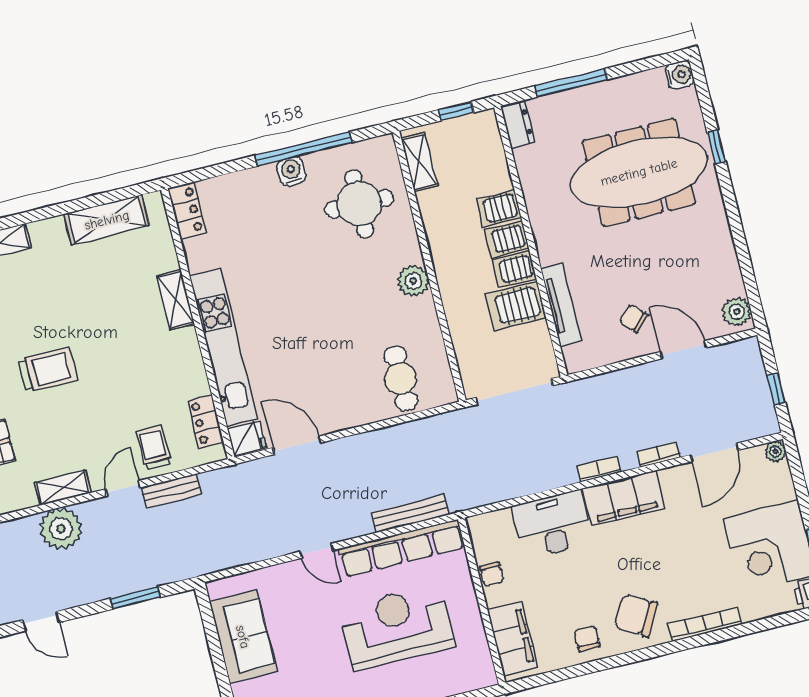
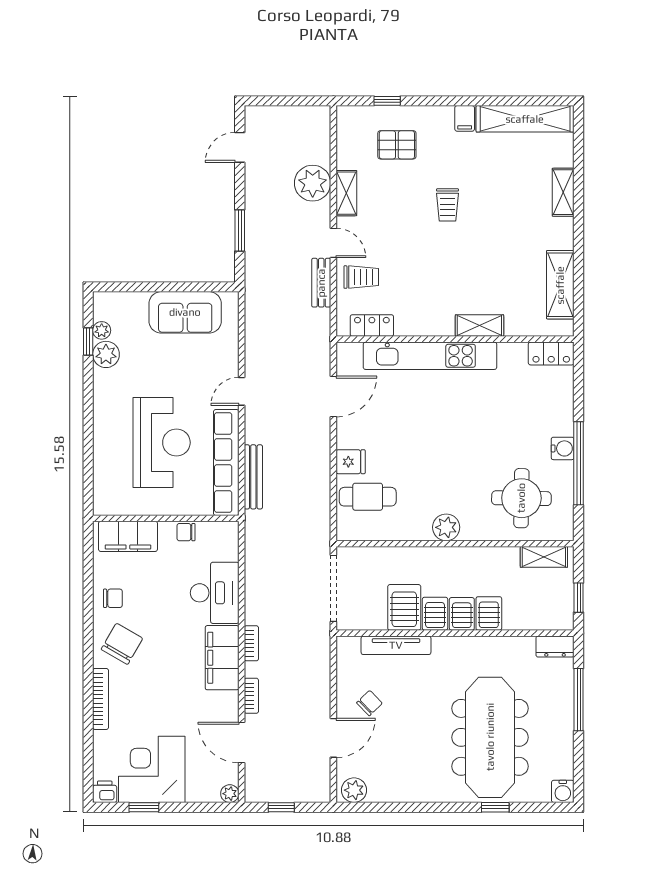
trolley: (48, 370) -> (447, 205), width x0.73, depth x0.72
fridge: (247, 438) -> (351, 462), moved, turned -90

